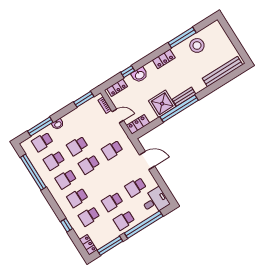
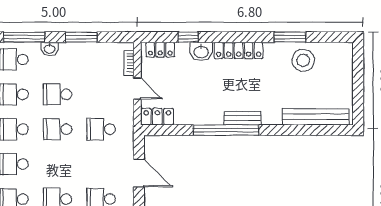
window: (182, 38) -> (290, 37), width x0.69
locker: (164, 59) -> (239, 50), width x1.53
window: (84, 99) -> (81, 37), moved
shower: (162, 104) -> (207, 109), removed

